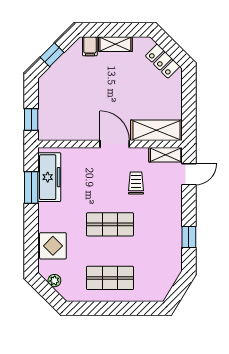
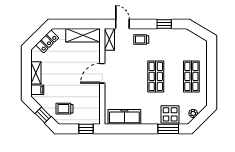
trolley: (62, 87) -> (65, 109), added
shelving: (156, 130) -> (83, 35), moved, turned 90
trolley: (136, 183) -> (141, 40), moved
window: (31, 188) -> (168, 129), moved

